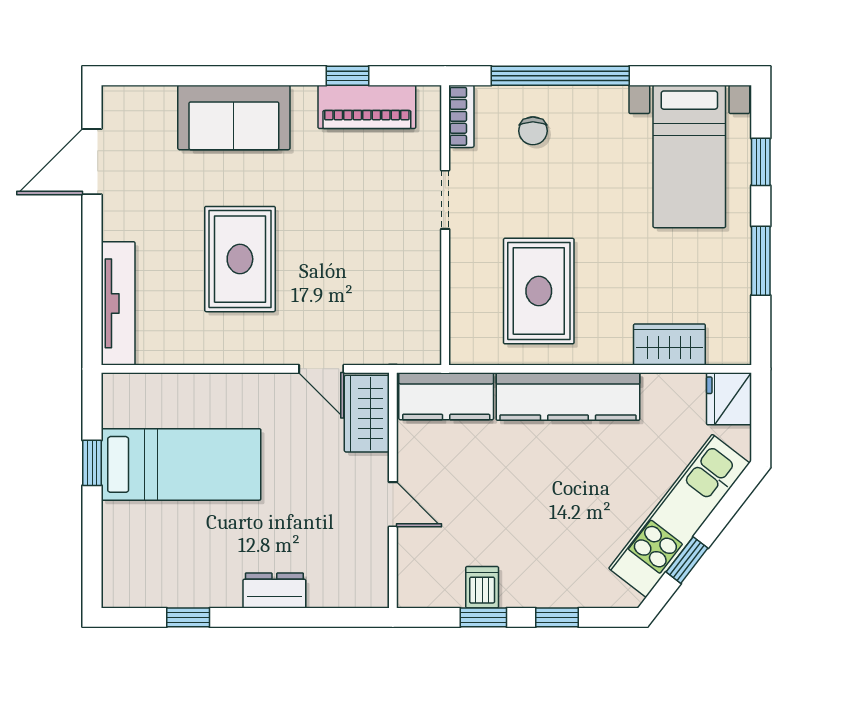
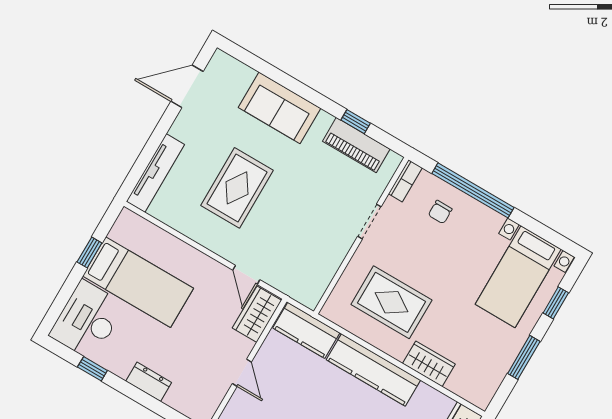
rug: (539, 291) -> (391, 302), turned 90
wardrobe: (669, 345) -> (429, 364), moved
desk: (143, 556) -> (87, 320), added

